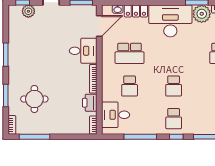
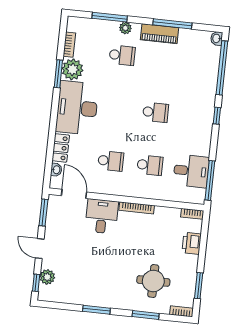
school desk: (130, 53) -> (111, 161), width x0.54
printer: (90, 103) -> (192, 243), moved, turned 90
desk: (116, 115) -> (191, 171), moved, turned -90
school desk: (174, 119) -> (195, 117), removed
window: (35, 137) -> (199, 286), width x0.69
window: (140, 137) -> (210, 180), moved

